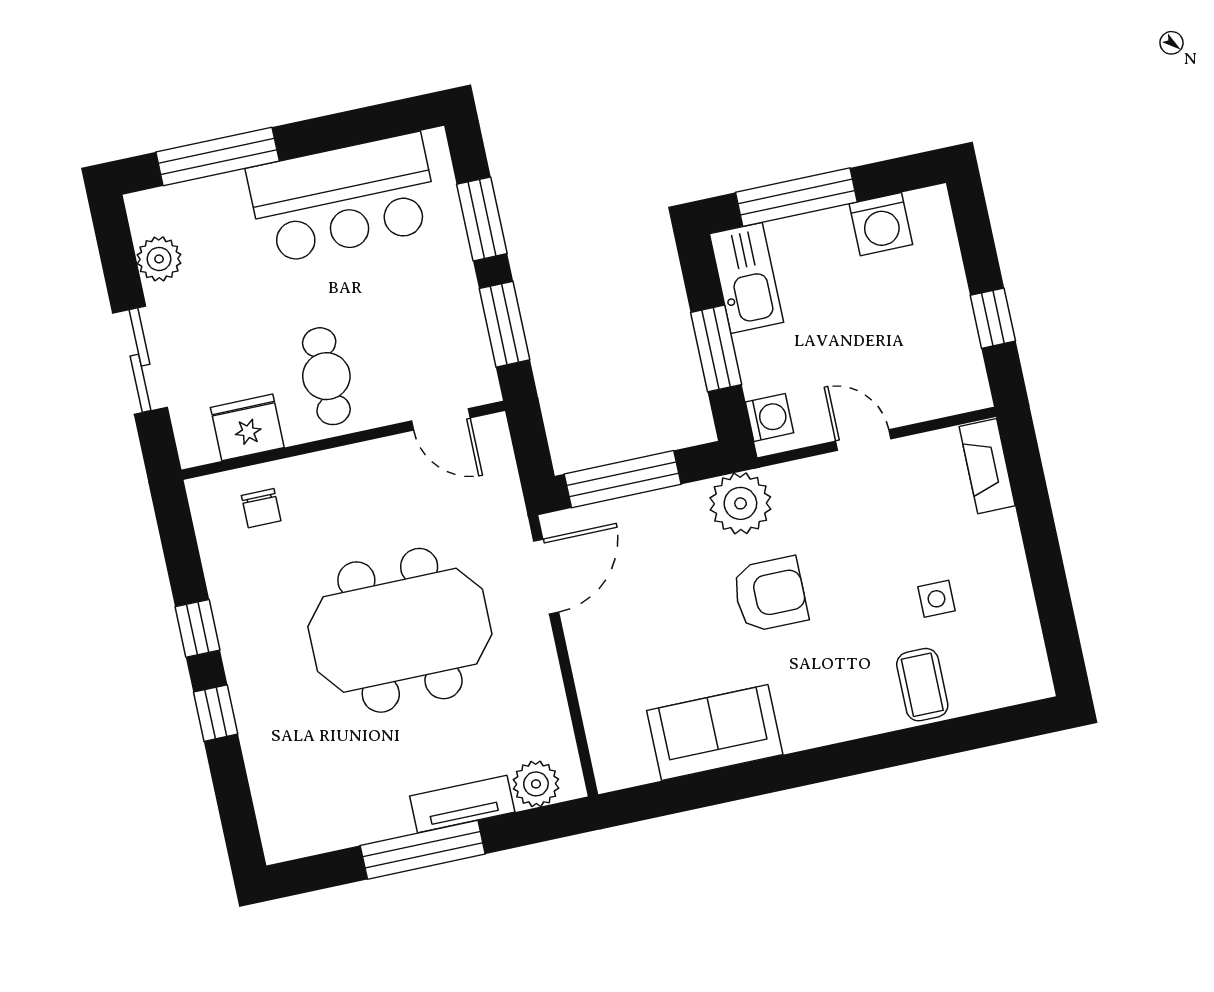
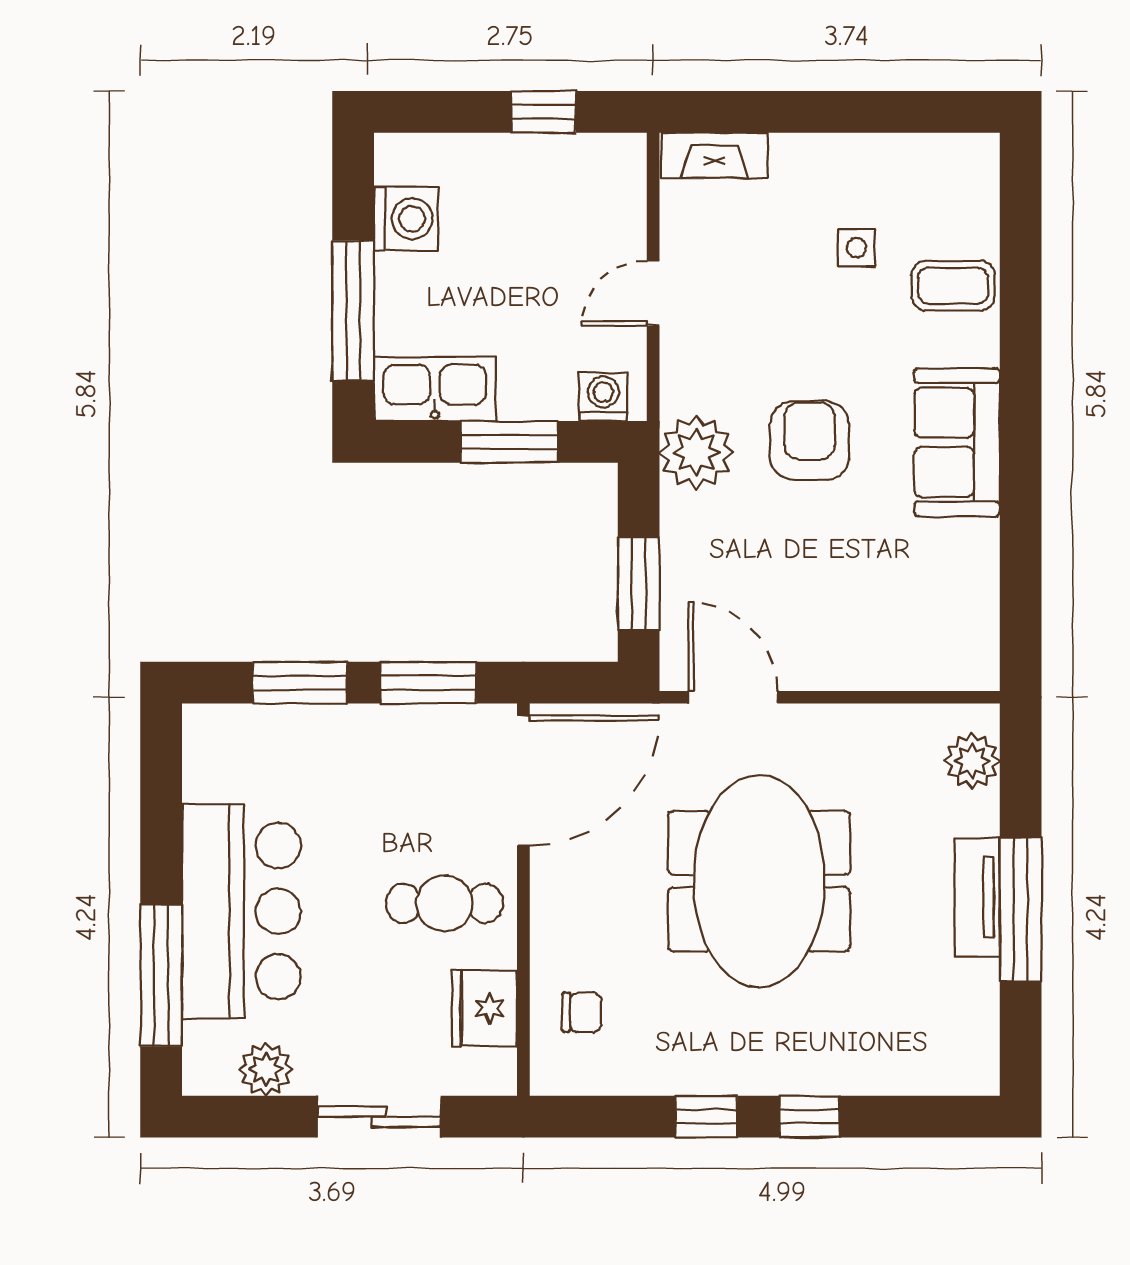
bar counter: (343, 198) -> (241, 911), moved
door: (441, 419) -> (523, 781), width x1.88
window: (623, 479) -> (639, 584), width x0.69
sofa: (715, 733) -> (957, 442), moved
tv unit: (462, 804) -> (977, 897), moved

